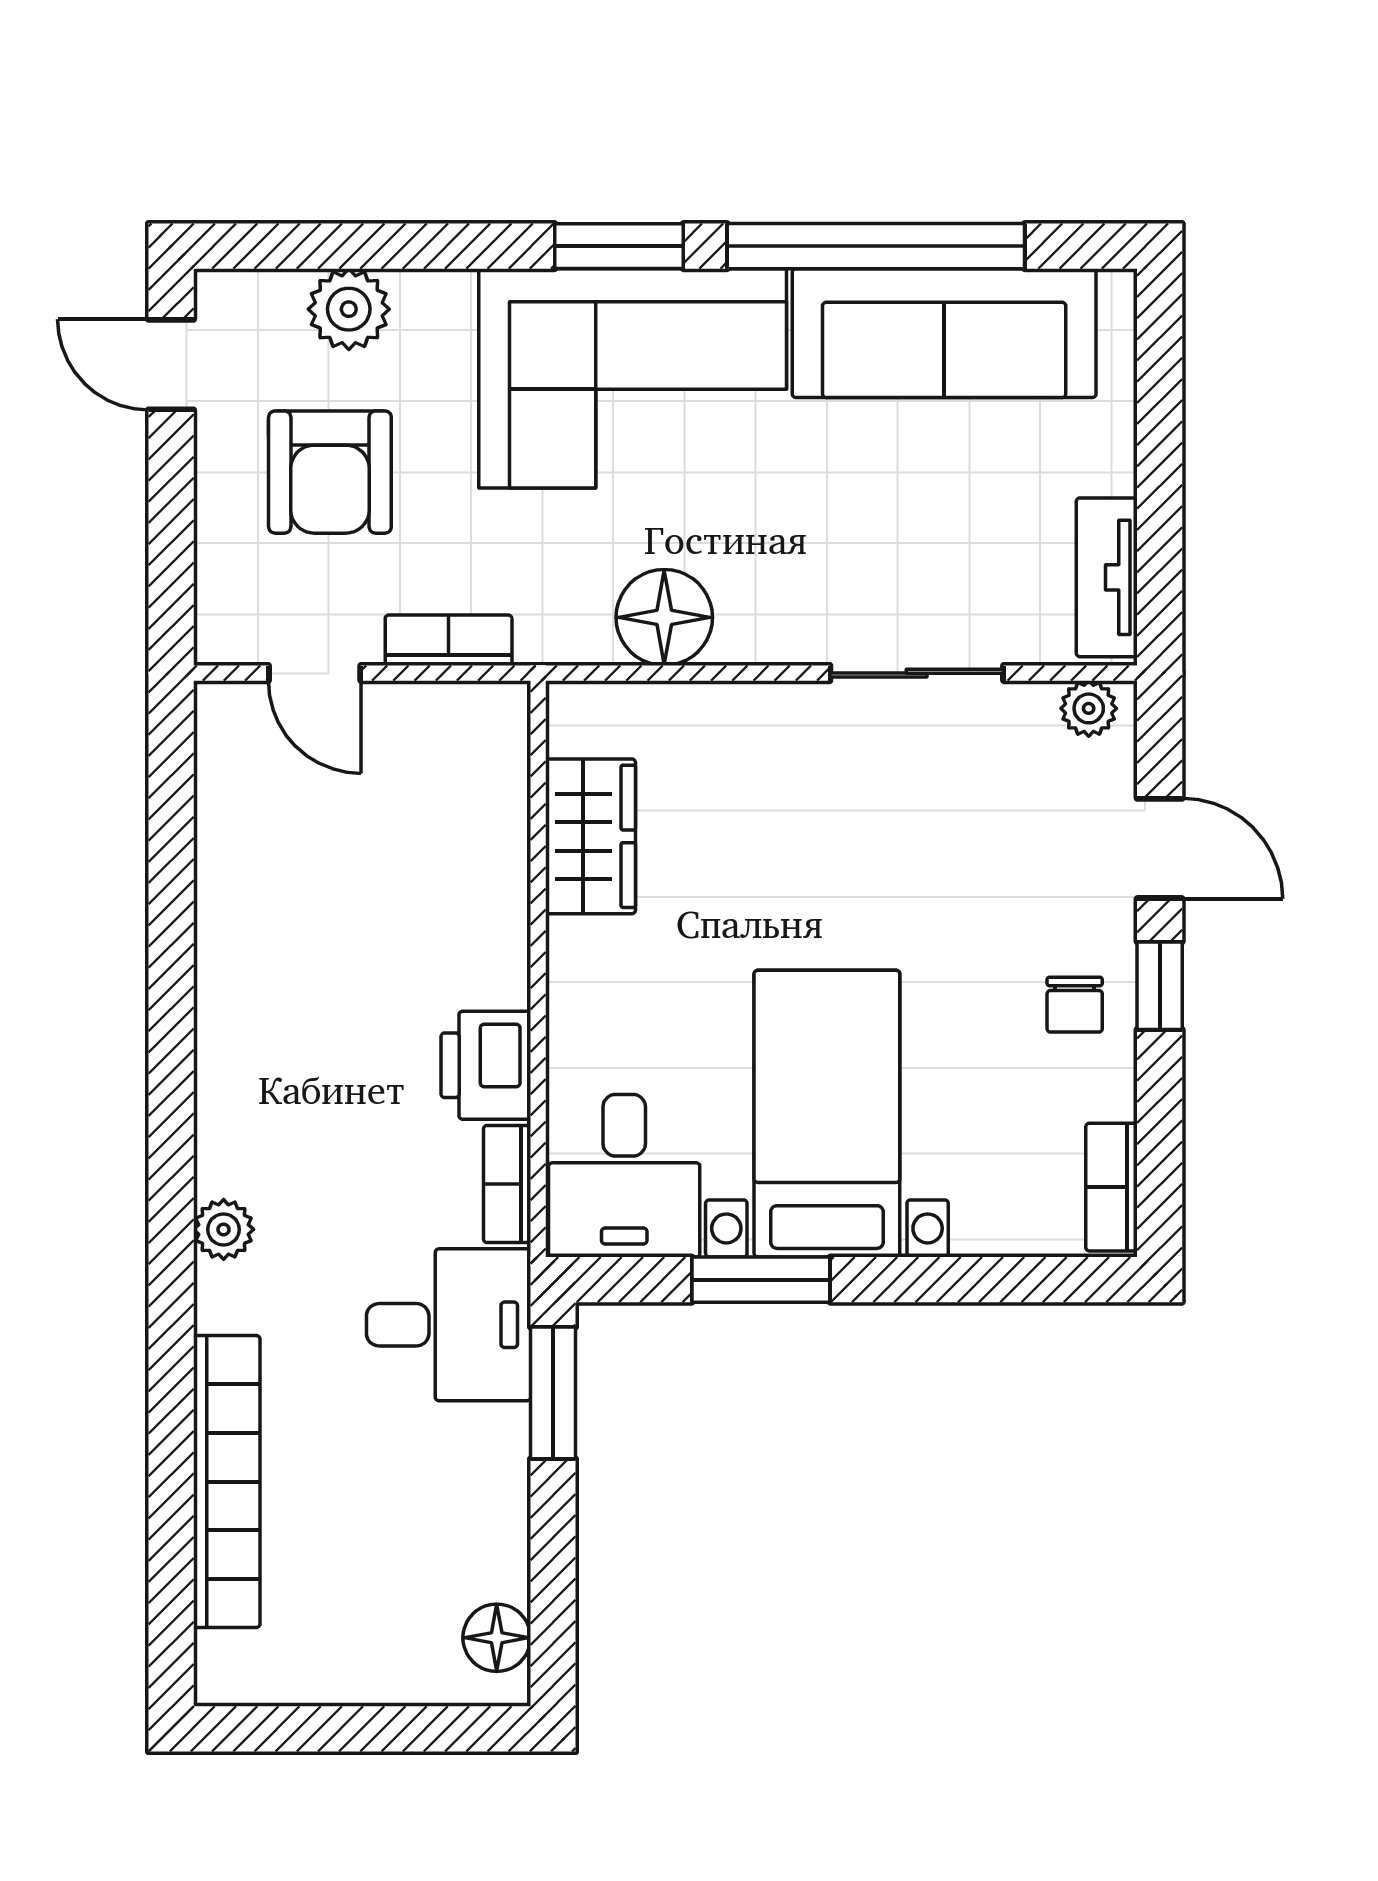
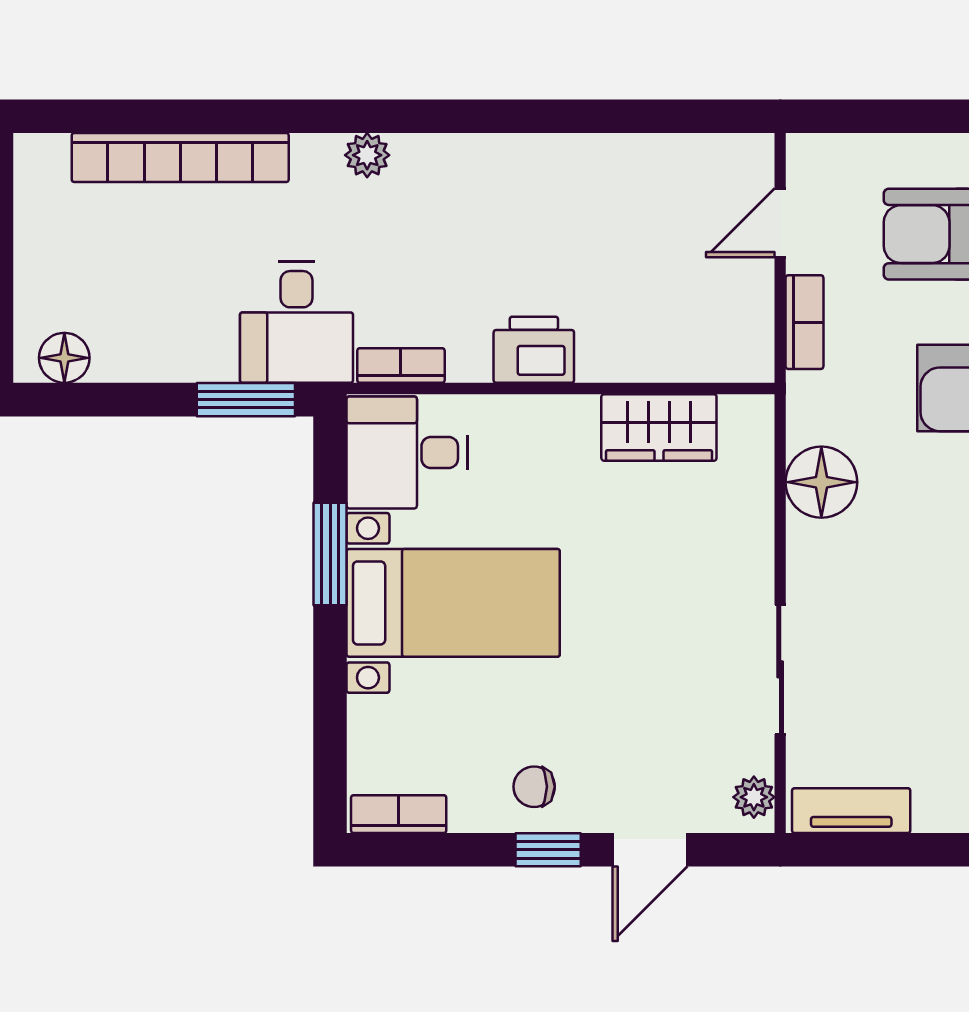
printer: (486, 1065) -> (534, 350), moved

